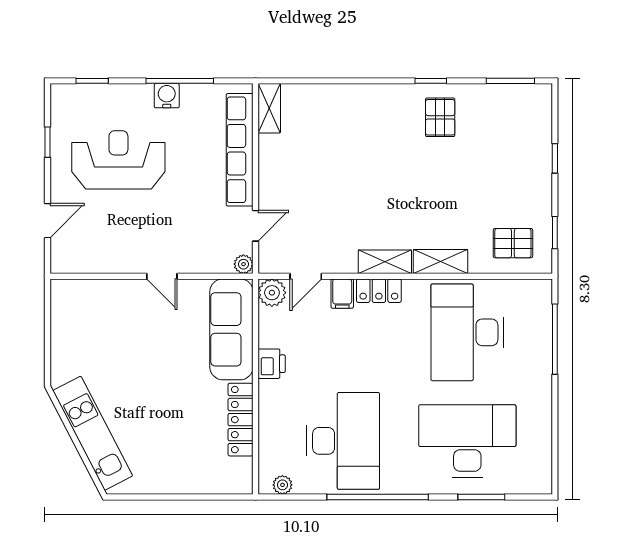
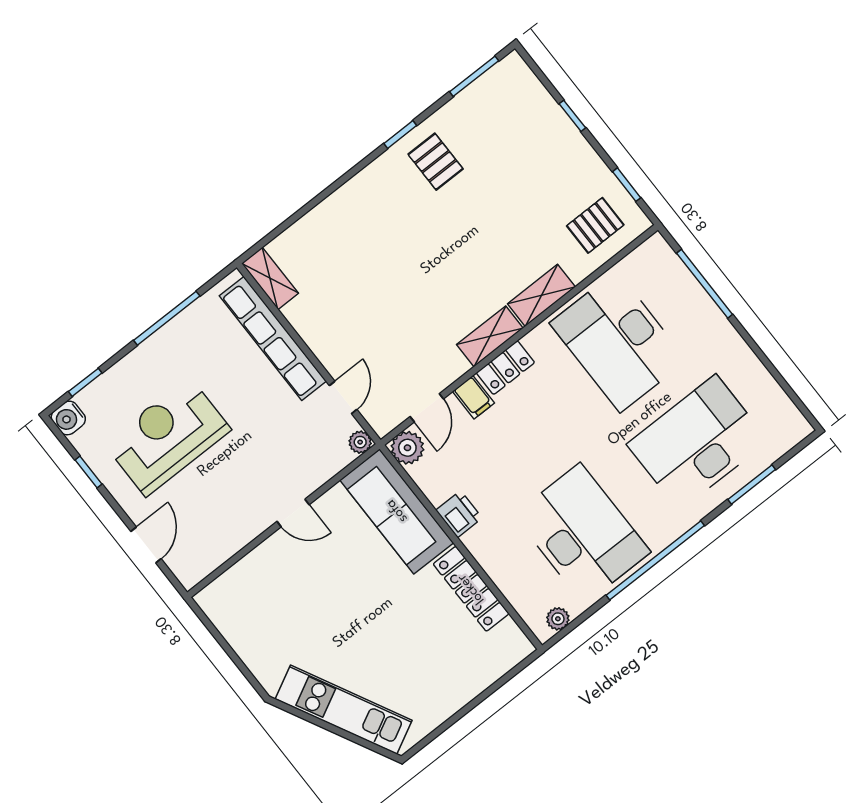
water cooler: (167, 96) -> (68, 418), moved, turned -90

